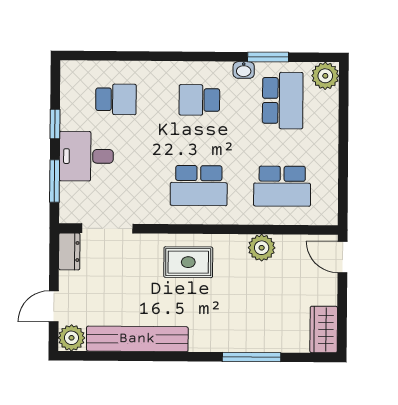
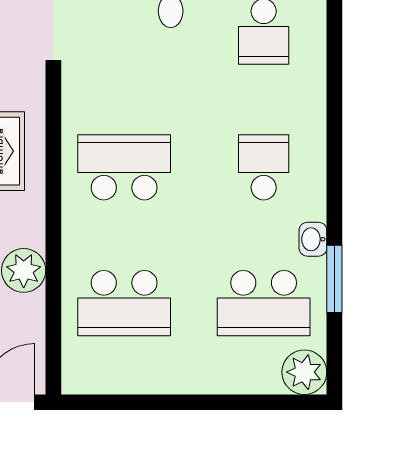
school desk: (199, 186) -> (124, 167), turned 90
school desk: (282, 186) -> (124, 303), turned -90

